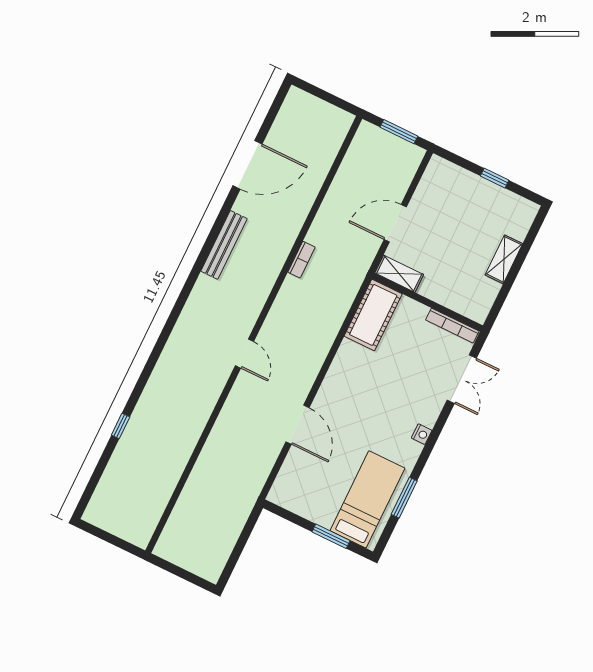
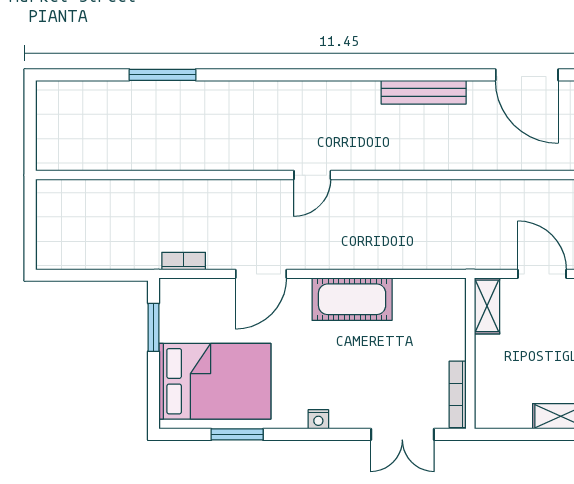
bookcase: (301, 260) -> (184, 261), moved, turned 180
cot: (373, 315) -> (352, 299), moved
window: (121, 426) -> (163, 75), width x2.17
bed: (367, 499) -> (215, 381), width x1.50
window: (331, 536) -> (154, 327), moved

